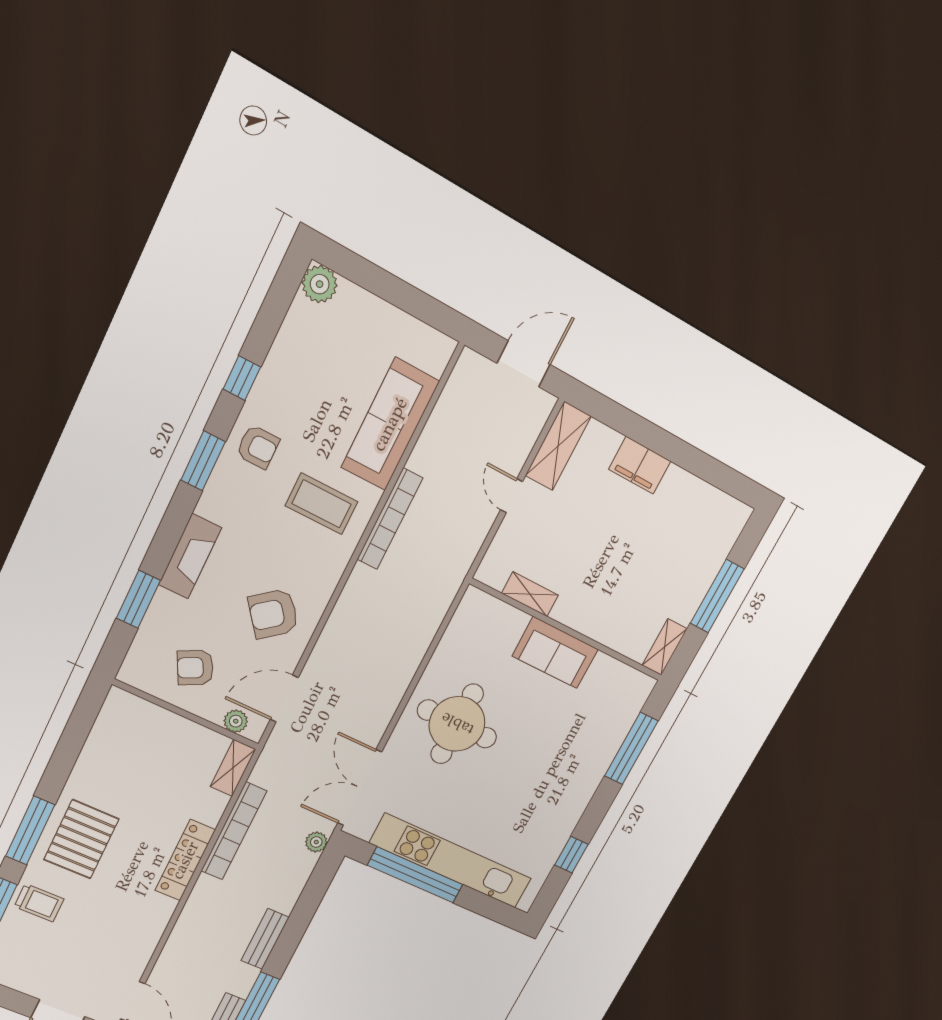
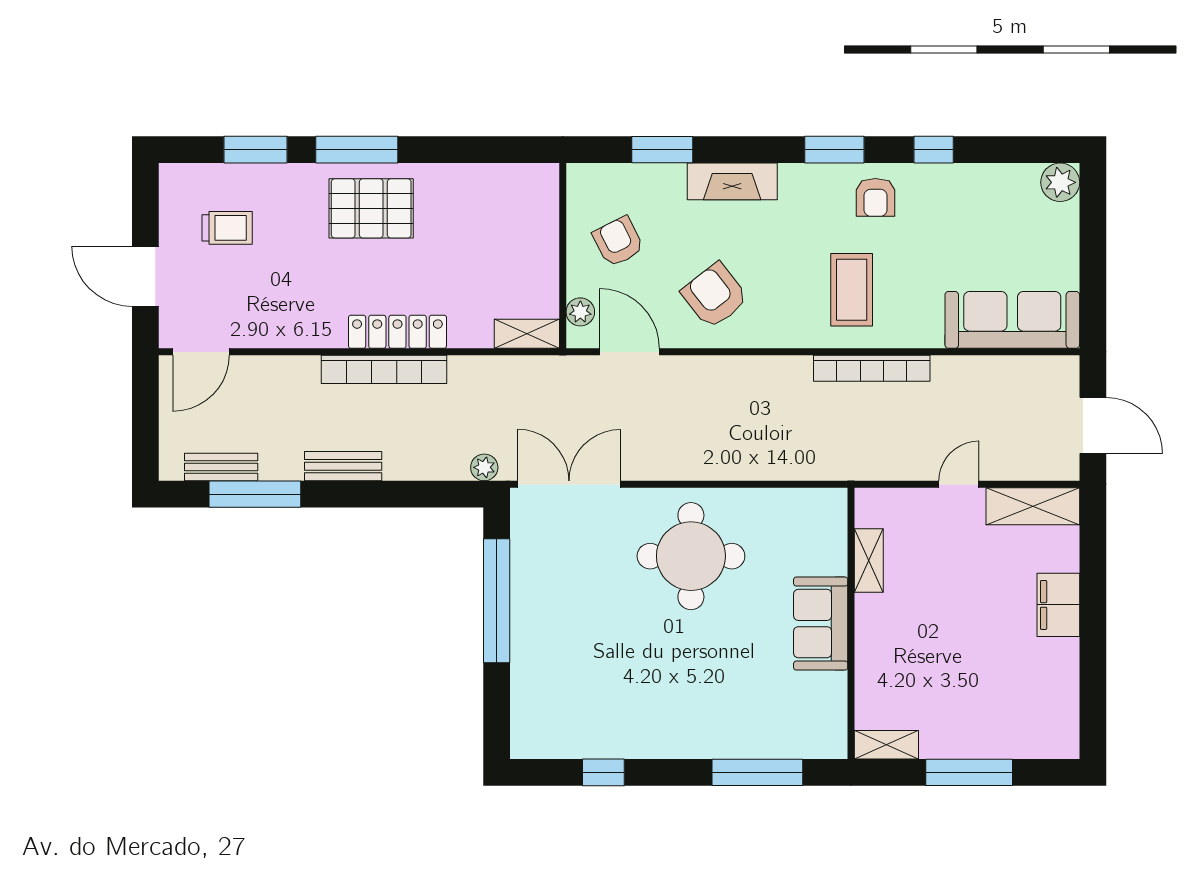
sofa: (390, 424) -> (1012, 320), moved
bookcase: (234, 831) -> (384, 369), moved
kitchen unit: (451, 861) -> (532, 634), removed
trolley: (39, 903) -> (227, 228), moved, turned -90

